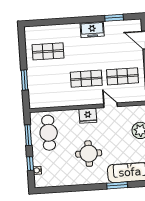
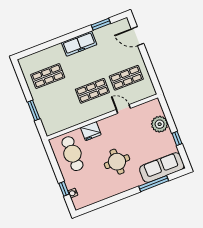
freezer: (92, 30) -> (79, 44), width x1.40
fridge: (88, 116) -> (91, 131), moved
window: (28, 135) -> (54, 162), removed
window: (117, 185) -> (154, 184), width x1.44

